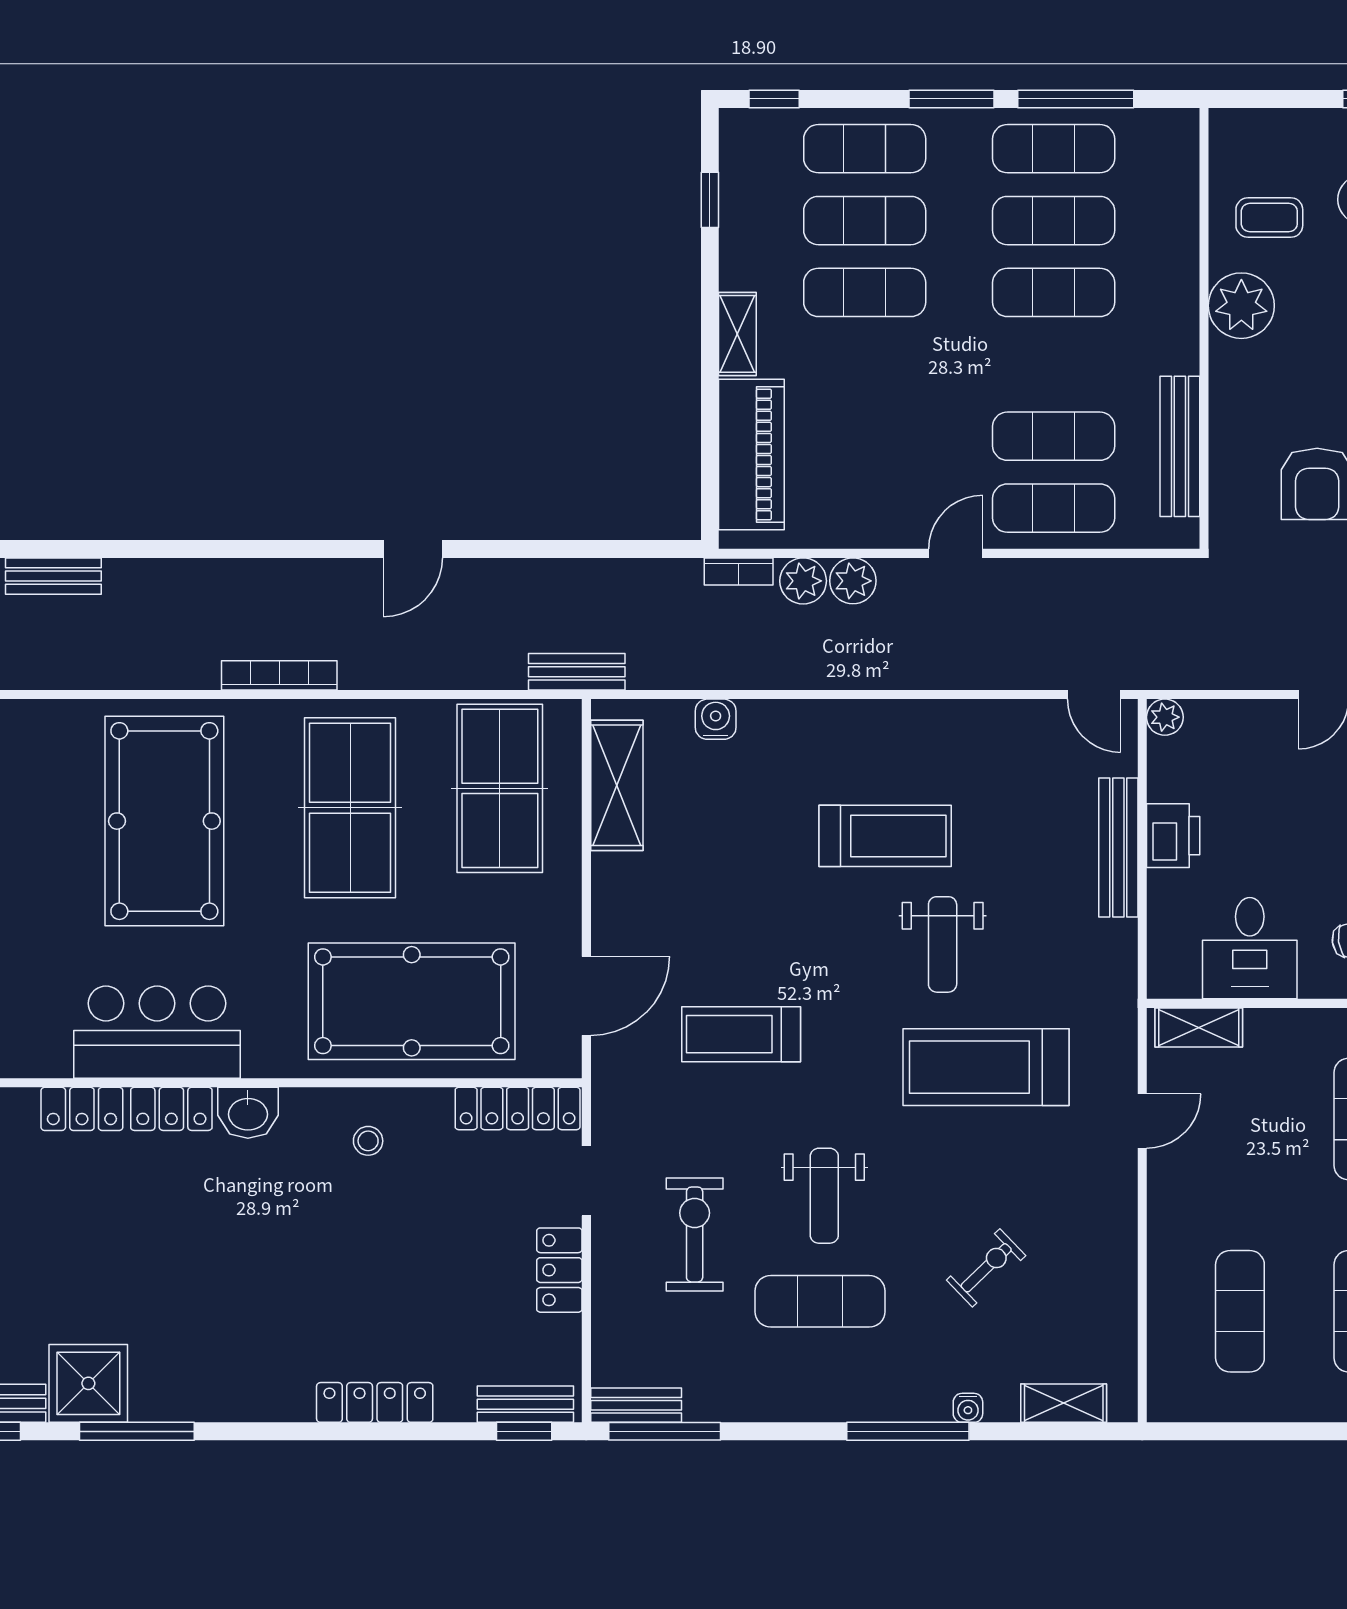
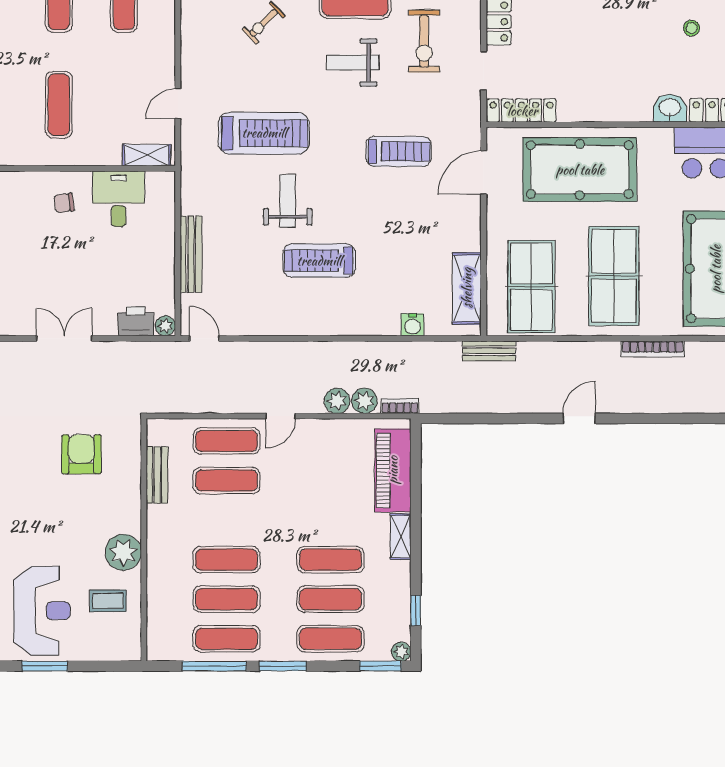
window: (774, 99) -> (380, 666), width x1.50
plant: (736, 125) -> (401, 652), added
bench: (1180, 446) -> (157, 475), width x0.73
printer: (1173, 836) -> (136, 321), moved, turned 90
stool: (368, 1141) -> (692, 28), moved
weight bench: (824, 1196) -> (353, 63), turned -90

